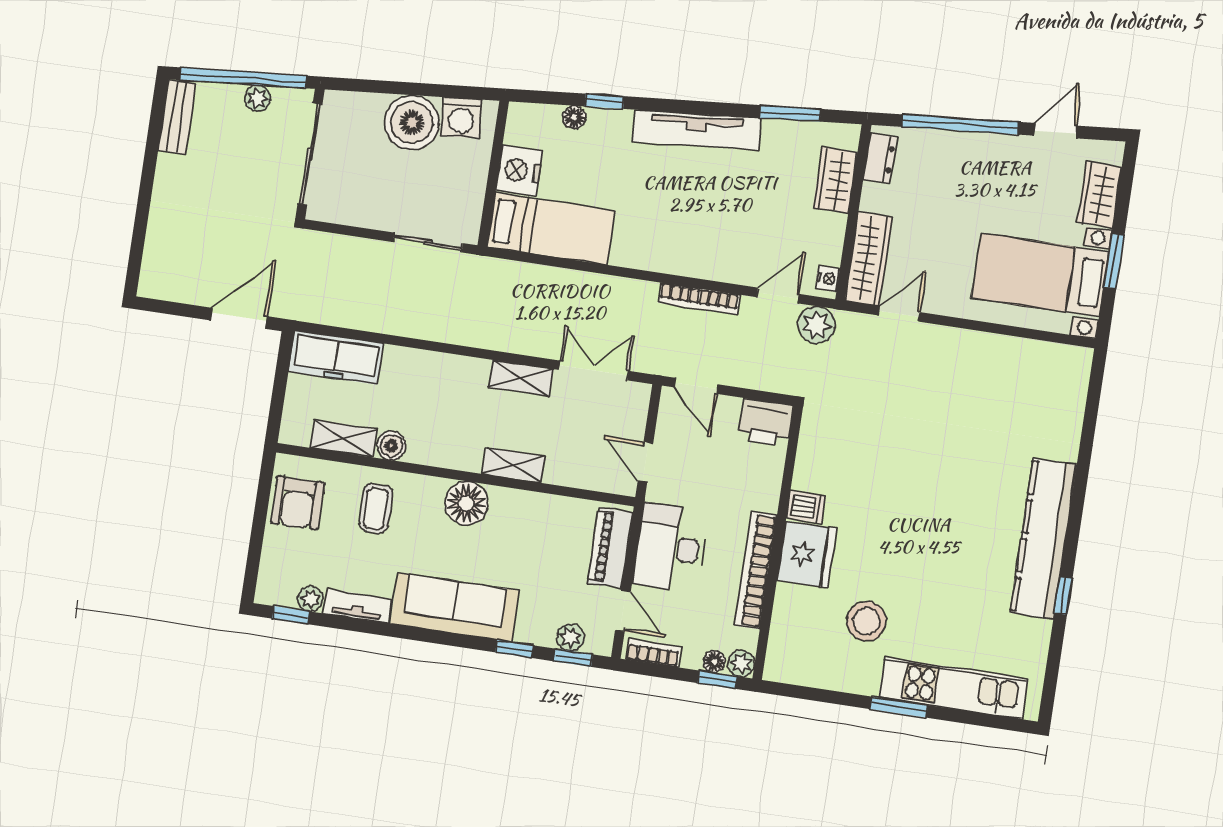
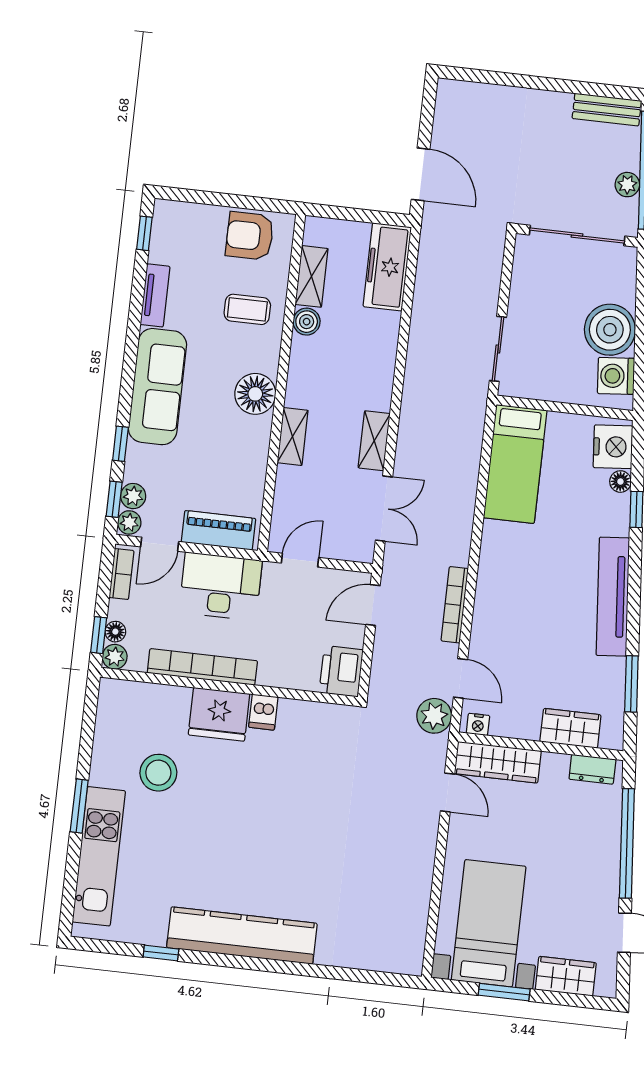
nightstand: (519, 171) -> (613, 447), moved, turned 85
window: (1063, 596) -> (161, 953), moved
plant: (310, 599) -> (129, 522), moved

